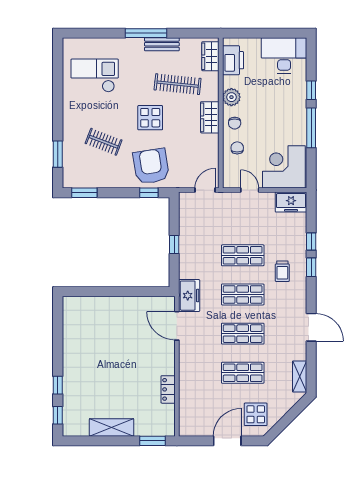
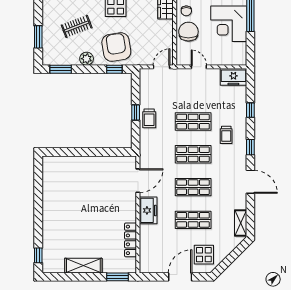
clothes rail: (104, 142) -> (77, 26), turned -42
chair: (237, 148) -> (188, 32), width x1.87, depth x1.87
corner desk: (284, 167) -> (229, 24), moved, turned -90
plant: (115, 180) -> (87, 59), added
trolley: (190, 251) -> (149, 118), added
window: (311, 267) -> (250, 147), moved
freezer: (189, 296) -> (148, 210), moved
door: (177, 326) -> (138, 181), swing flipped
window: (58, 385) -> (38, 230), removed
locker: (168, 389) -> (131, 240), width x1.53

